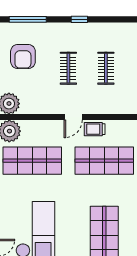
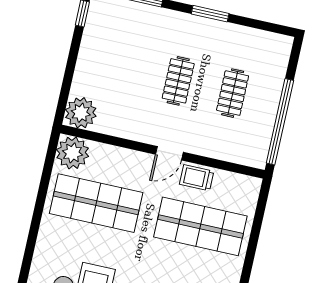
window: (79, 19) -> (210, 14), width x1.50
armchair: (23, 57) -> (116, 49), removed

